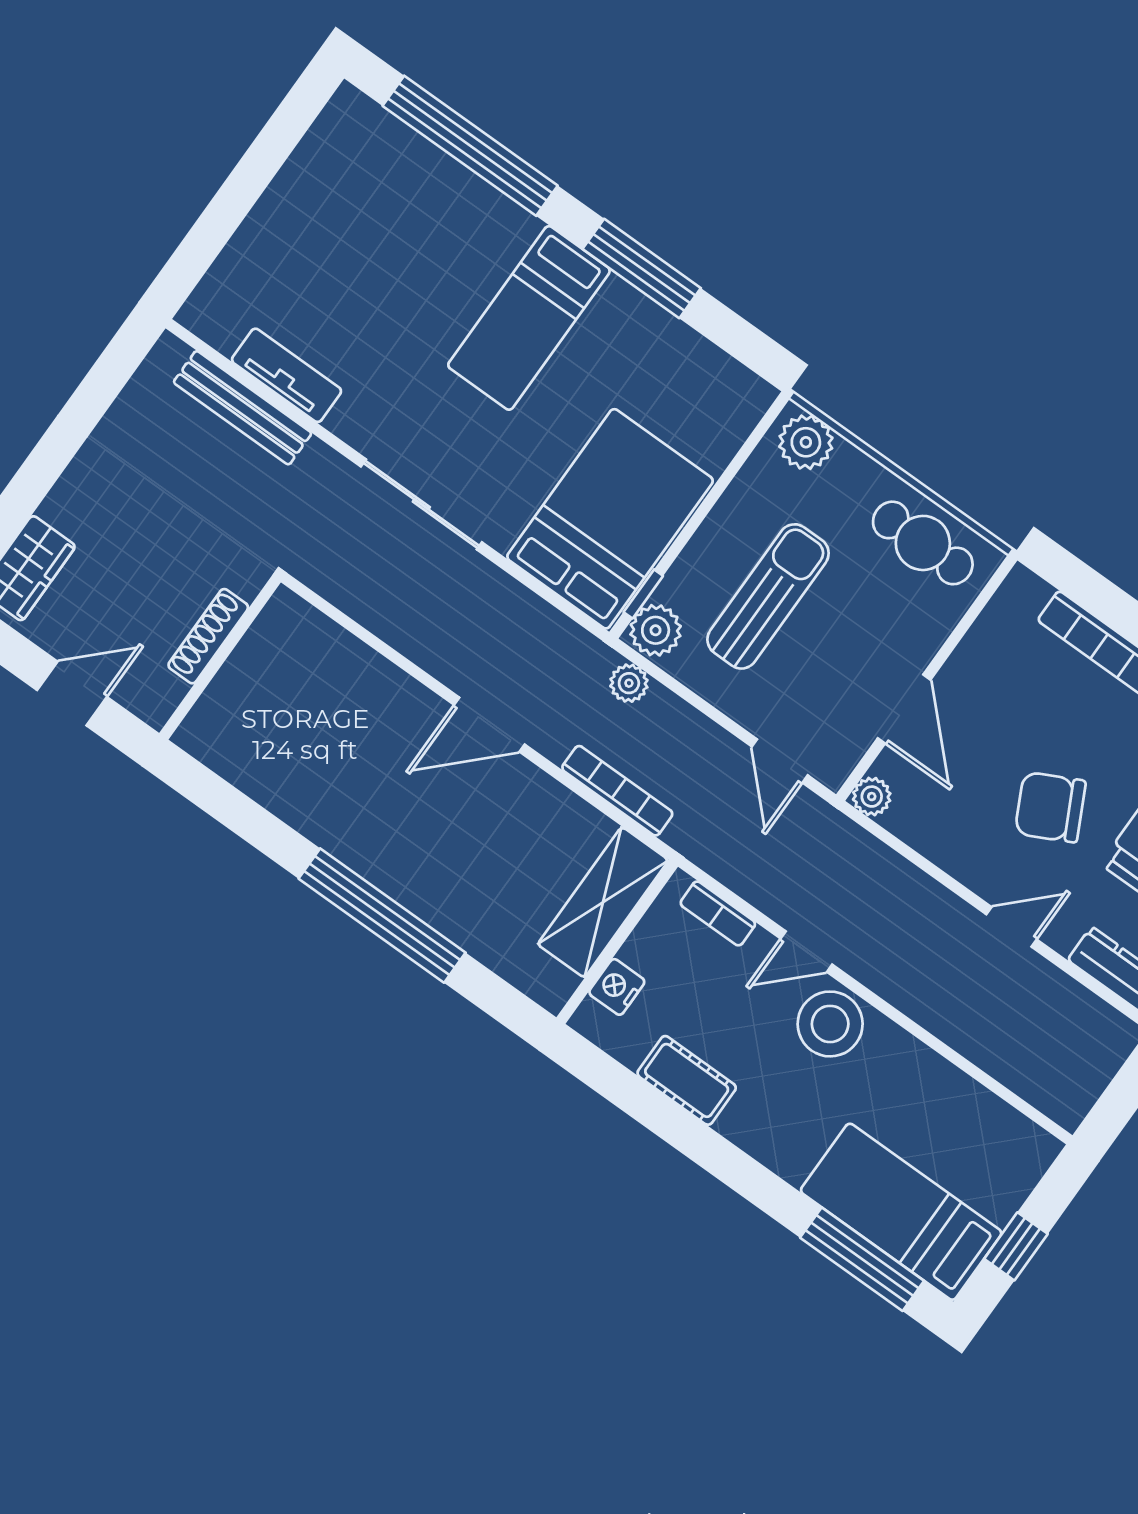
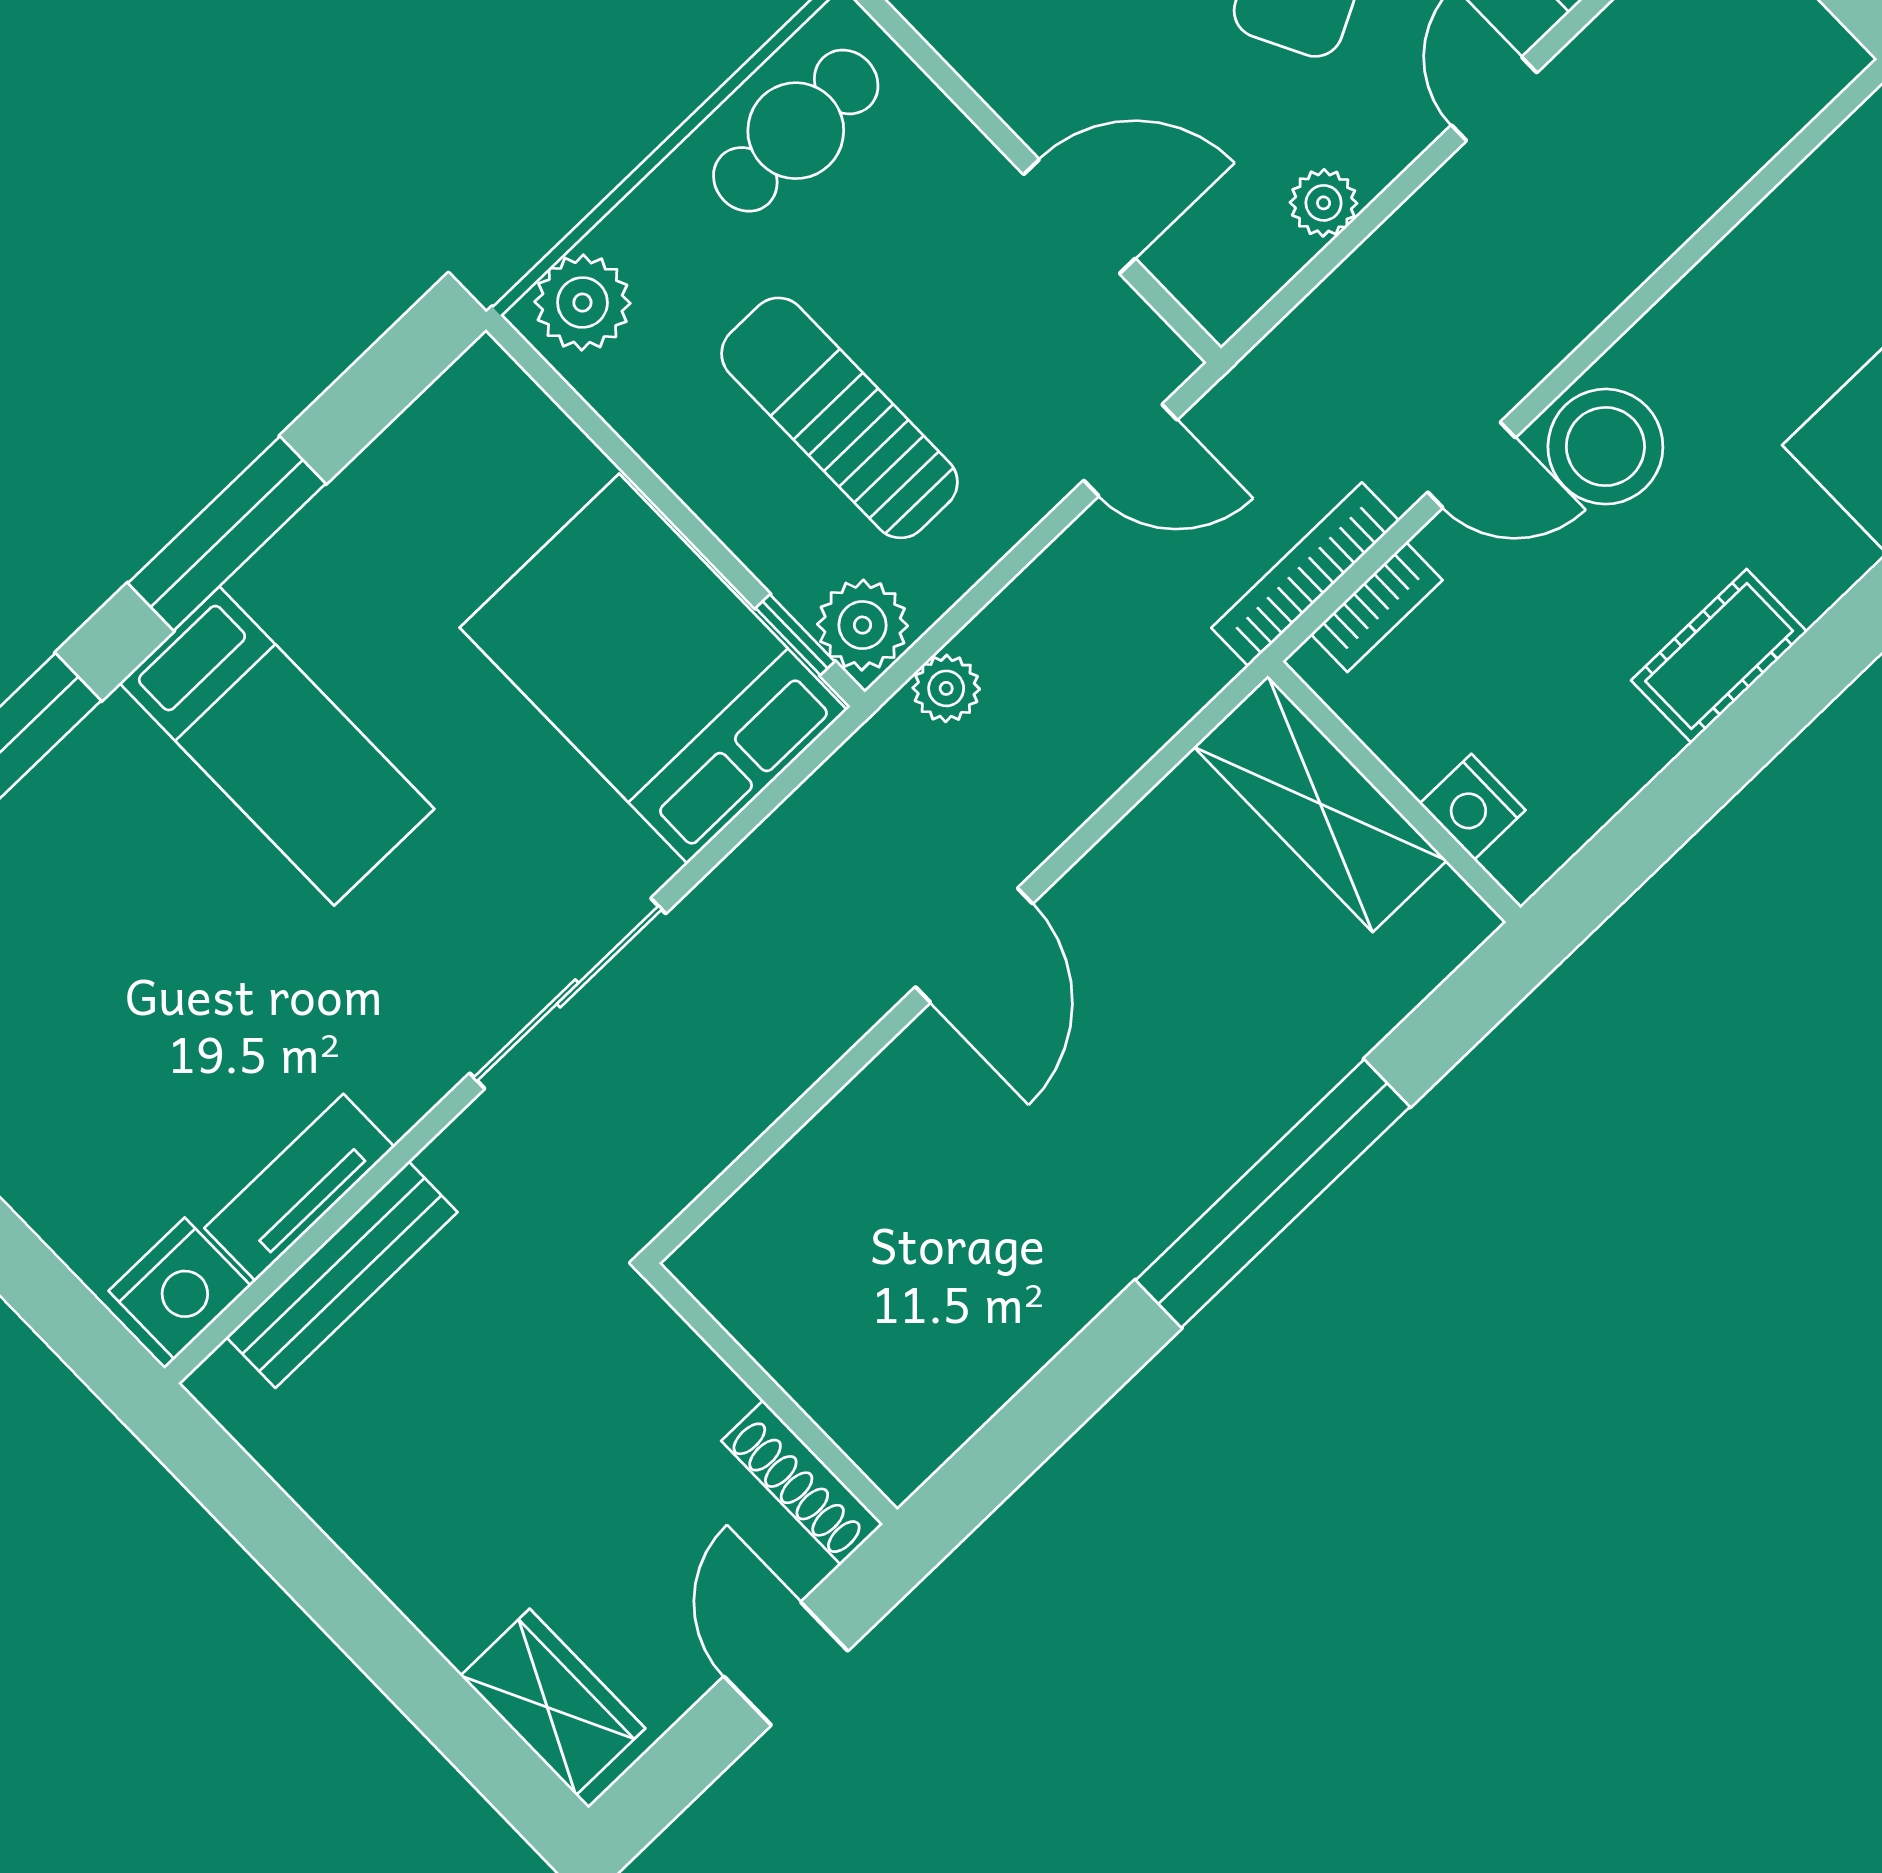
nightstand: (218, 319) -> (180, 1288), added
shoe rack: (208, 636) -> (802, 1482), moved
bookcase: (617, 791) -> (1305, 574), moved
plant: (872, 797) -> (1324, 203), moved
door: (806, 952) -> (1471, 465), hinge flipped
cot: (687, 1080) -> (1719, 656), moved

